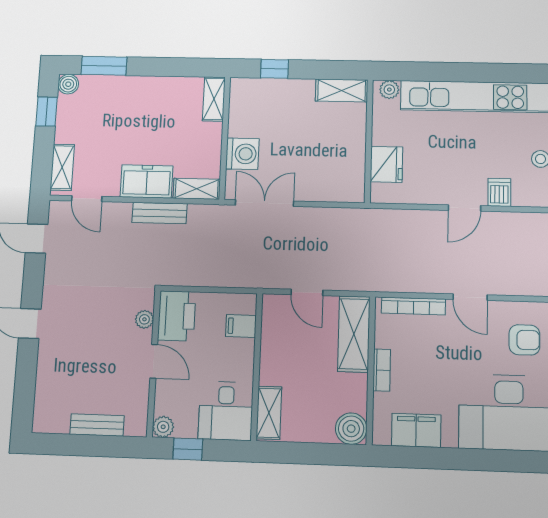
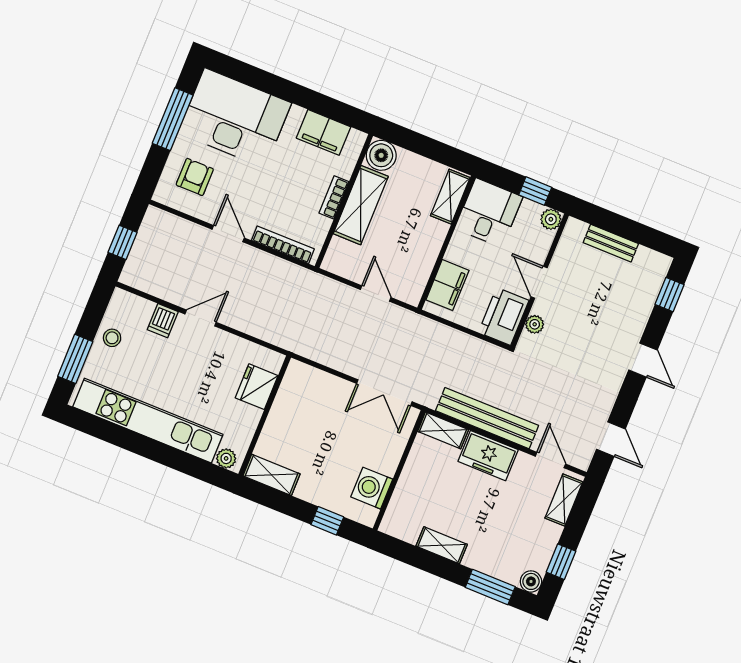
shelving: (214, 99) -> (442, 545), moved, turned 90
washing machine: (242, 154) -> (372, 488), moved
bench: (160, 213) -> (487, 418), width x1.86, depth x1.21
filing cabinet: (241, 326) -> (447, 285), width x2.00
shelving: (354, 334) -> (361, 205), moved
armchair: (524, 340) -> (195, 177), turned 90
window: (24, 396) -> (670, 295), added

